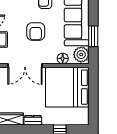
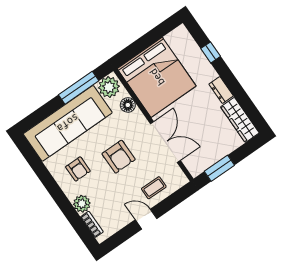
armchair: (36, 31) -> (119, 157), turned 90
window: (93, 36) -> (79, 88), width x1.44

